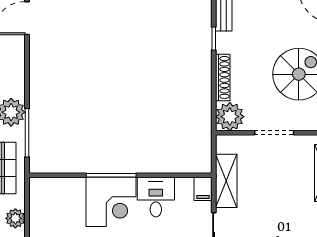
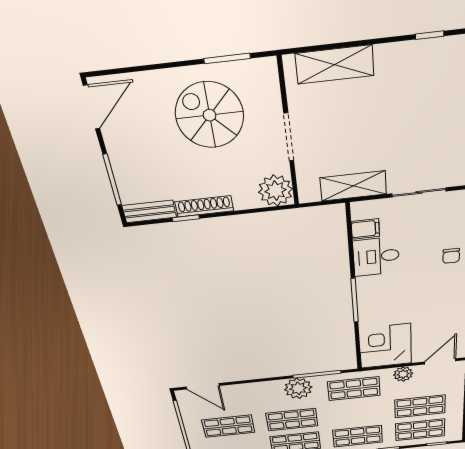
shoe rack: (223, 77) -> (204, 206), moved
filing cabinet: (203, 189) -> (365, 229), moved
corner desk: (111, 202) -> (385, 346), moved, turned -90

